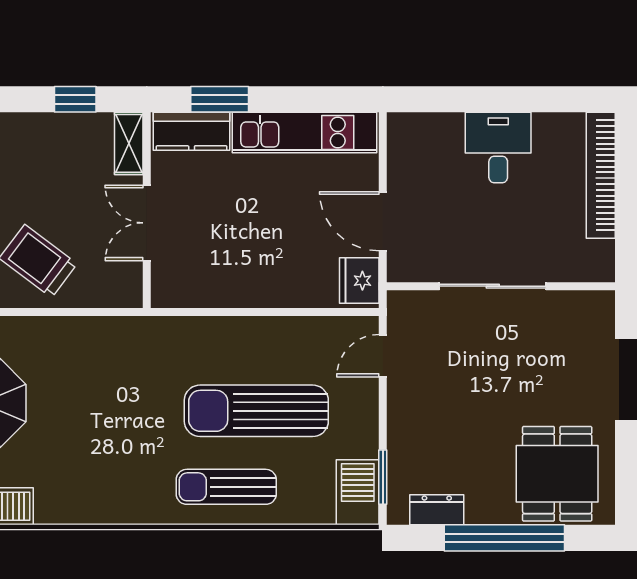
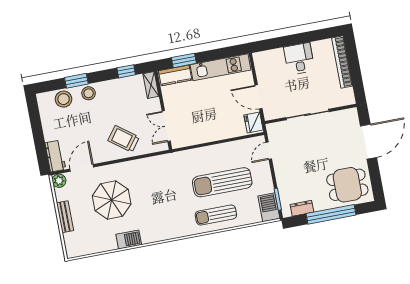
double door: (147, 223) -> (166, 126), moved
dining table: (557, 474) -> (347, 185), turned 90

